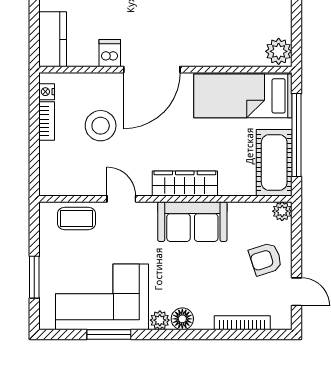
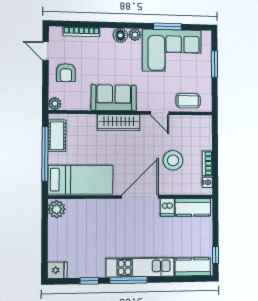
kitchen counter: (53, 39) -> (193, 207), moved, turned -90
cot: (274, 162) -> (57, 136), width x0.73, depth x0.75
armchair: (266, 259) -> (66, 73), turned 108

